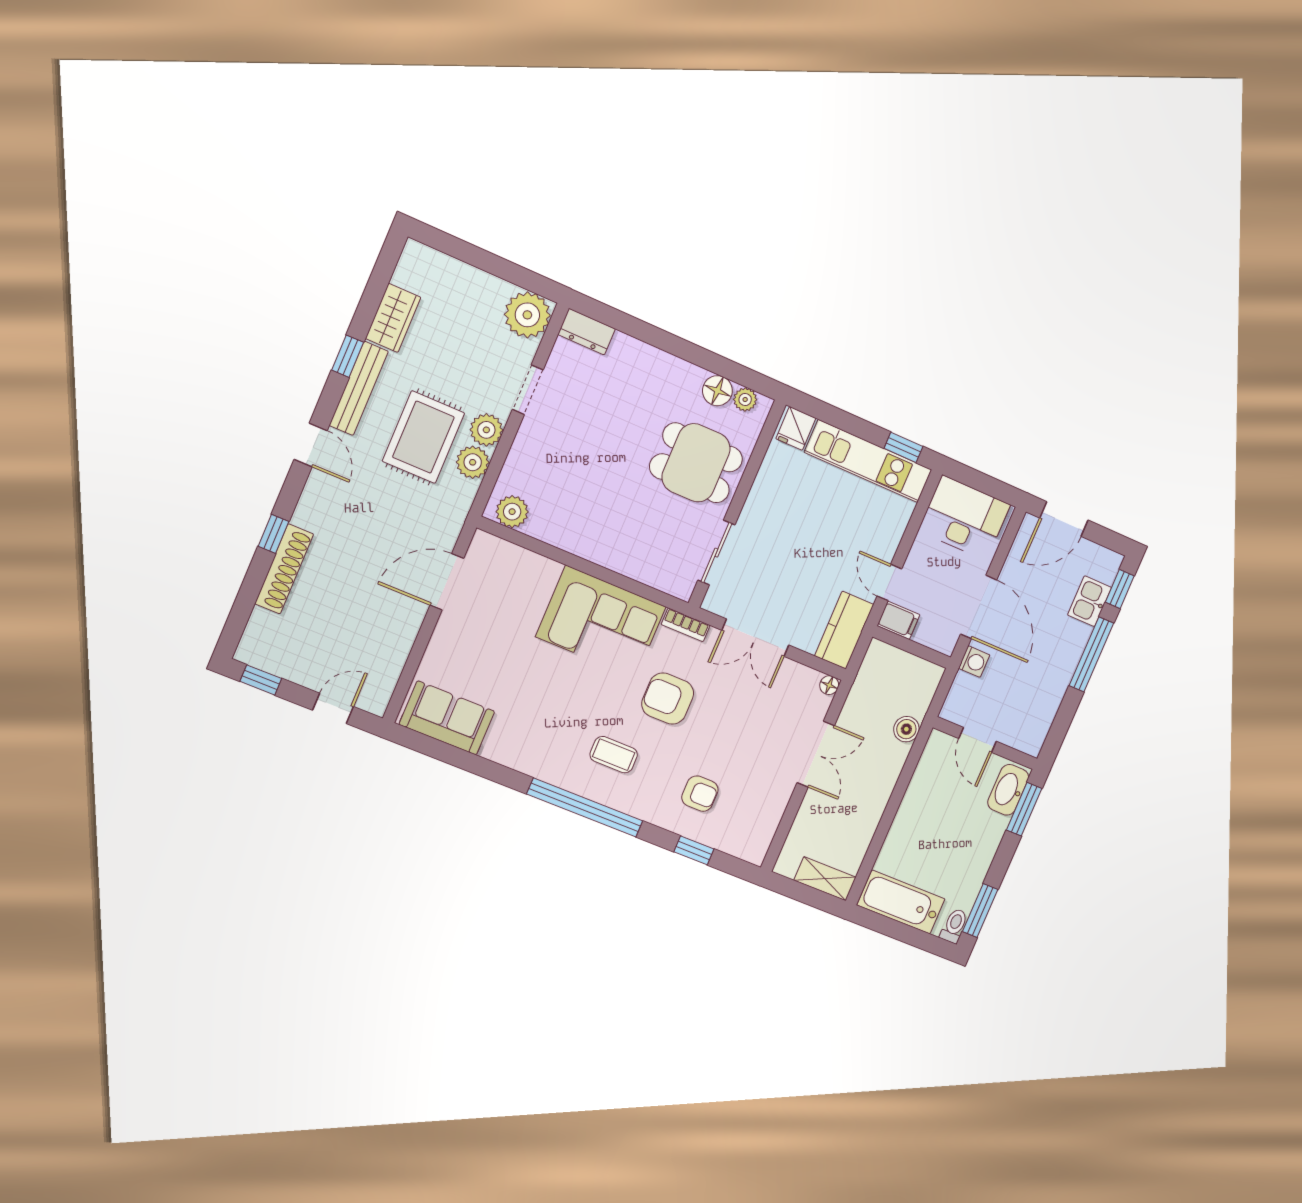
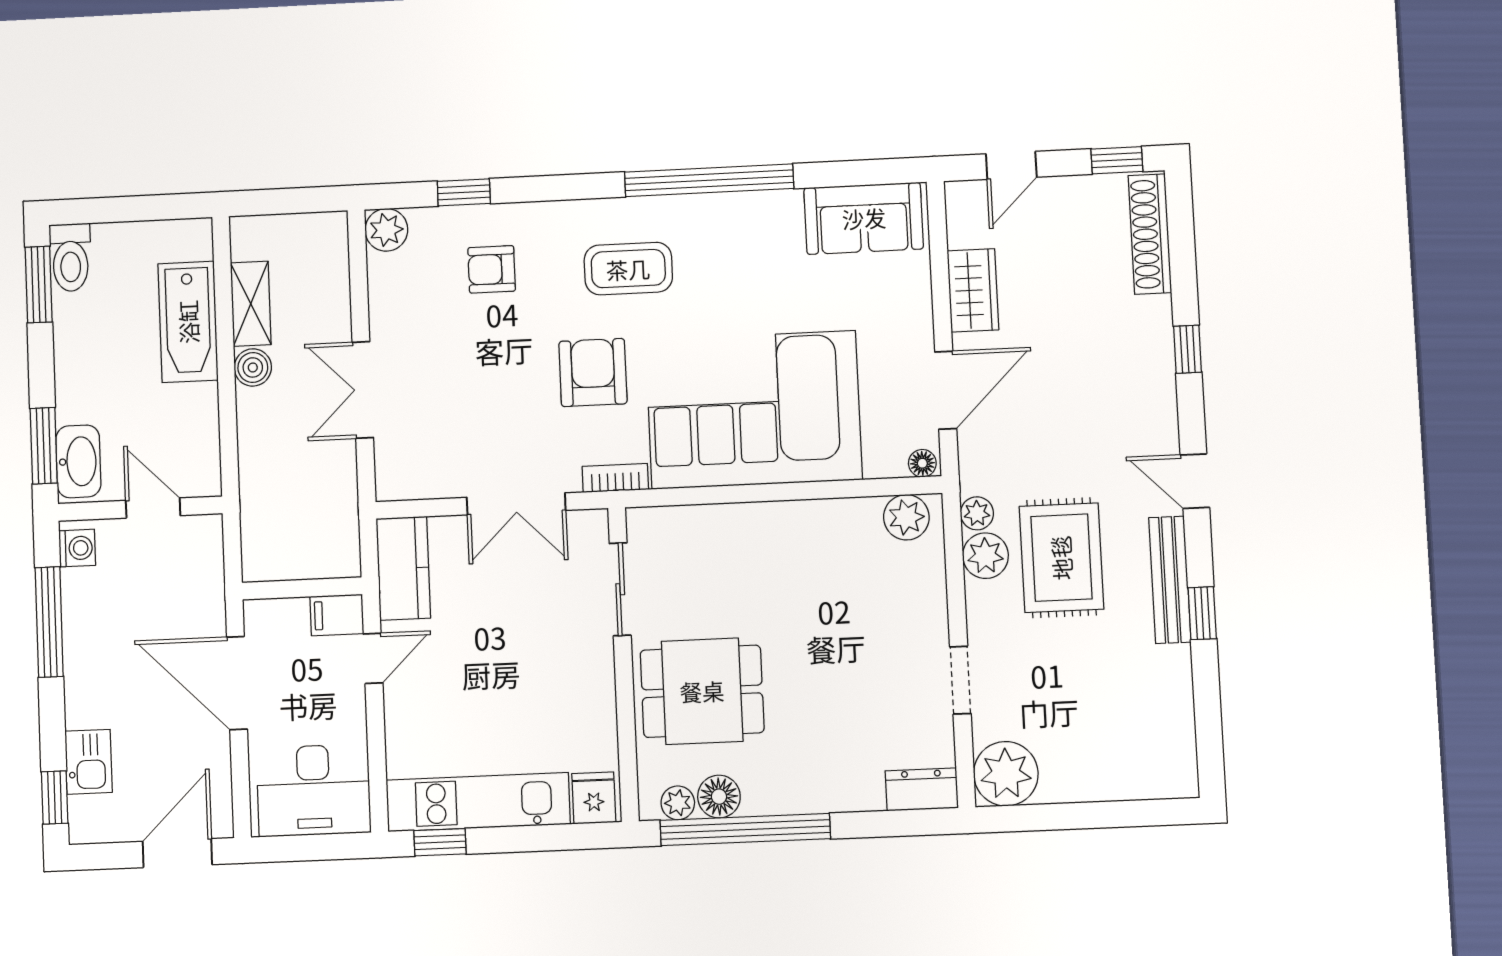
wardrobe: (393, 318) -> (973, 290), moved, turned 180
window: (711, 362) -> (745, 830), added
plant: (486, 430) -> (977, 513), moved, width x0.73, depth x0.73
shoe rack: (284, 569) -> (1150, 234), moved
door: (889, 582) -> (373, 658), hinge flipped
corner sofa: (601, 622) -> (754, 410), width x1.36, depth x1.36
double door: (755, 638) -> (516, 504), swing flipped
window: (1091, 654) -> (49, 622), moved
washing machine: (974, 662) -> (77, 548), moved, turned 180
floor lamp: (829, 685) -> (922, 463), moved
armchair: (668, 699) -> (593, 373), turned -90
boiler: (906, 729) -> (253, 367), moved
coffee table: (614, 755) -> (628, 269), width x1.36, depth x1.30
window: (585, 807) -> (709, 180), moved
plant: (753, 848) -> (386, 230), added
shelving: (825, 879) -> (251, 304), moved, turned 90
bathtub: (901, 902) -> (188, 322), moved, turned 90
toilet: (954, 926) -> (70, 258), width x1.37, depth x1.39

